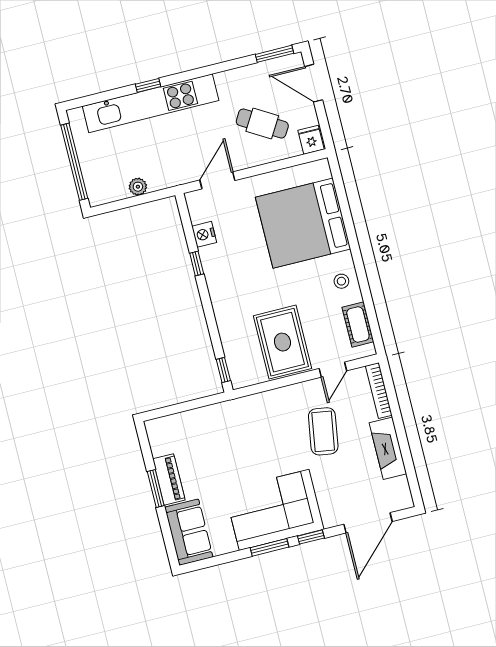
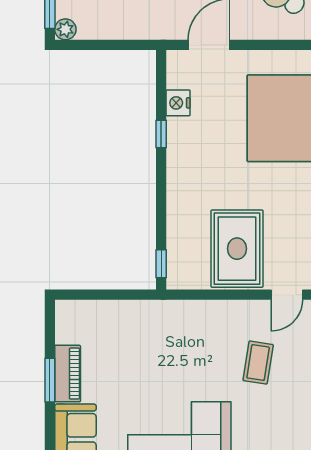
plant: (138, 187) -> (65, 29), moved
coffee table: (323, 431) -> (258, 363), width x0.73, depth x0.77

